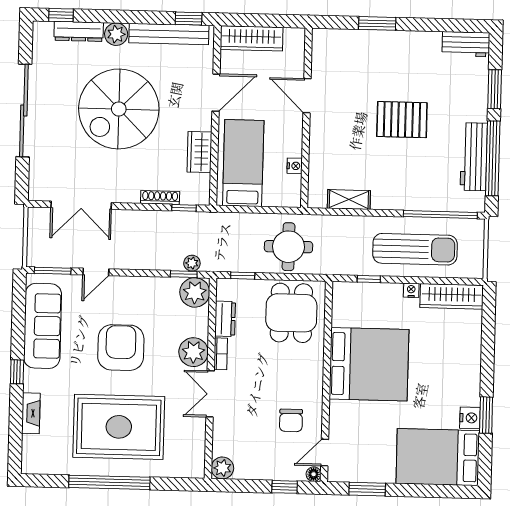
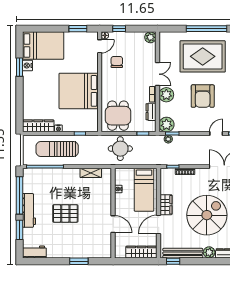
wardrobe: (199, 152) -> (166, 205), moved
workbench: (474, 157) -> (29, 210), moved

